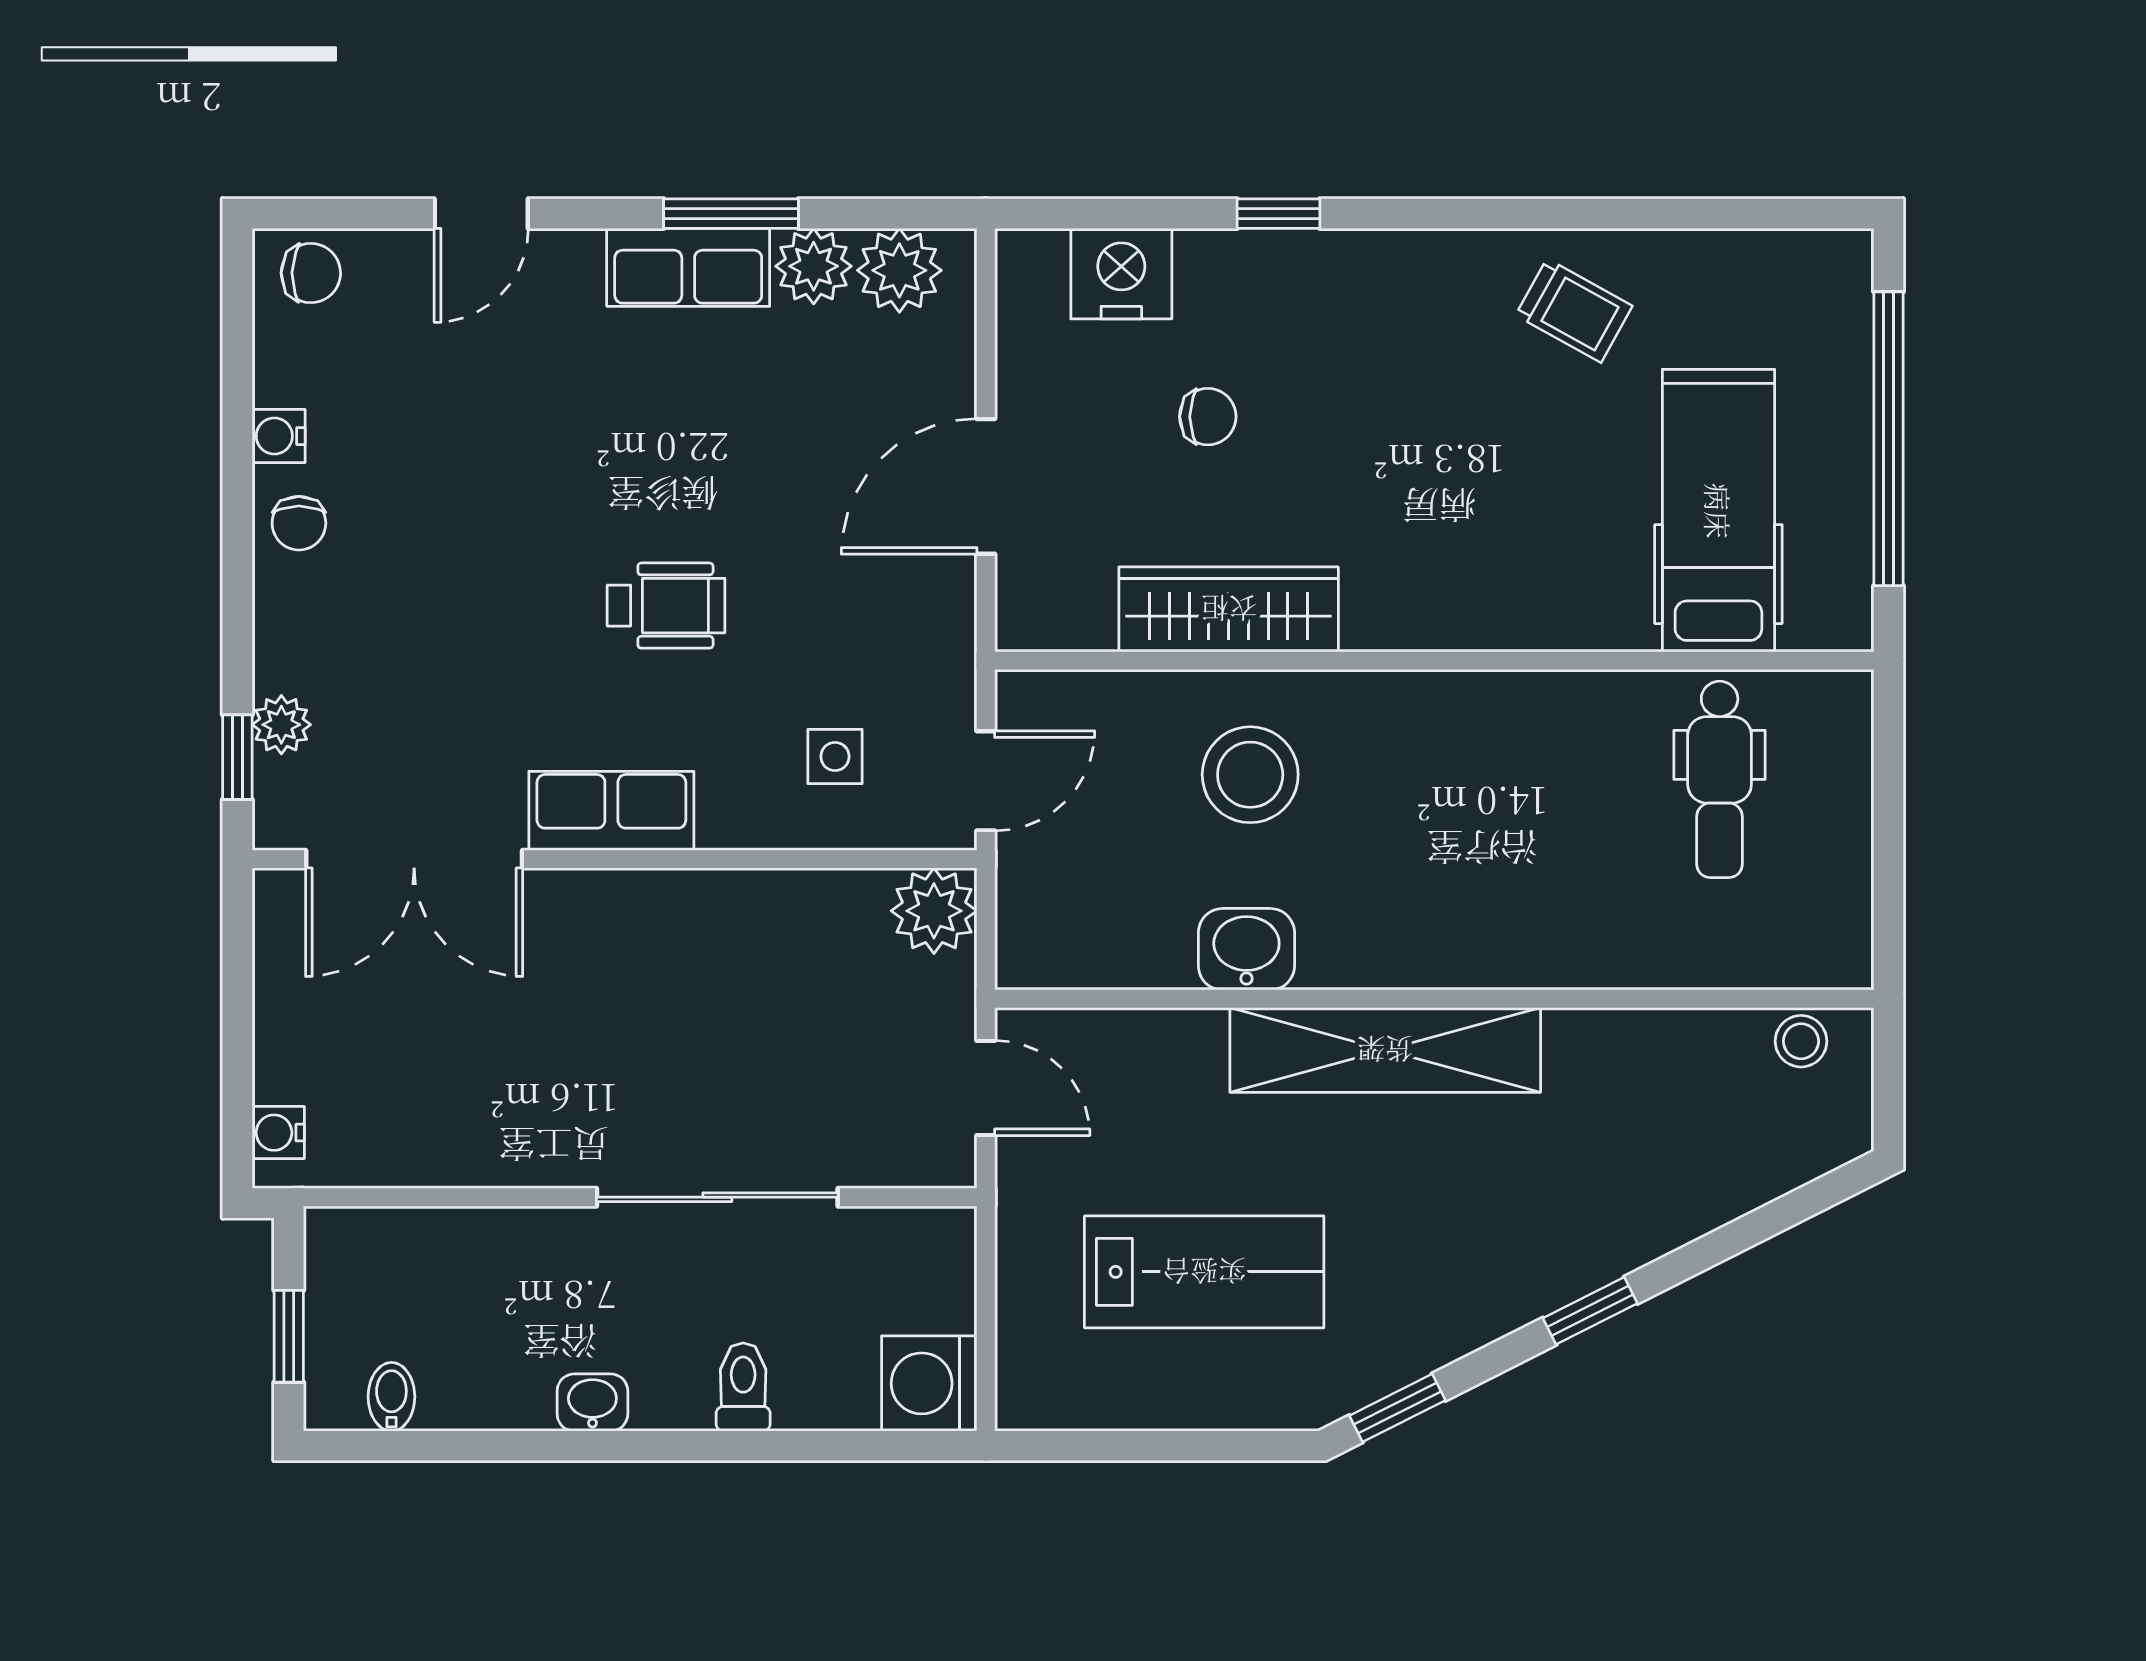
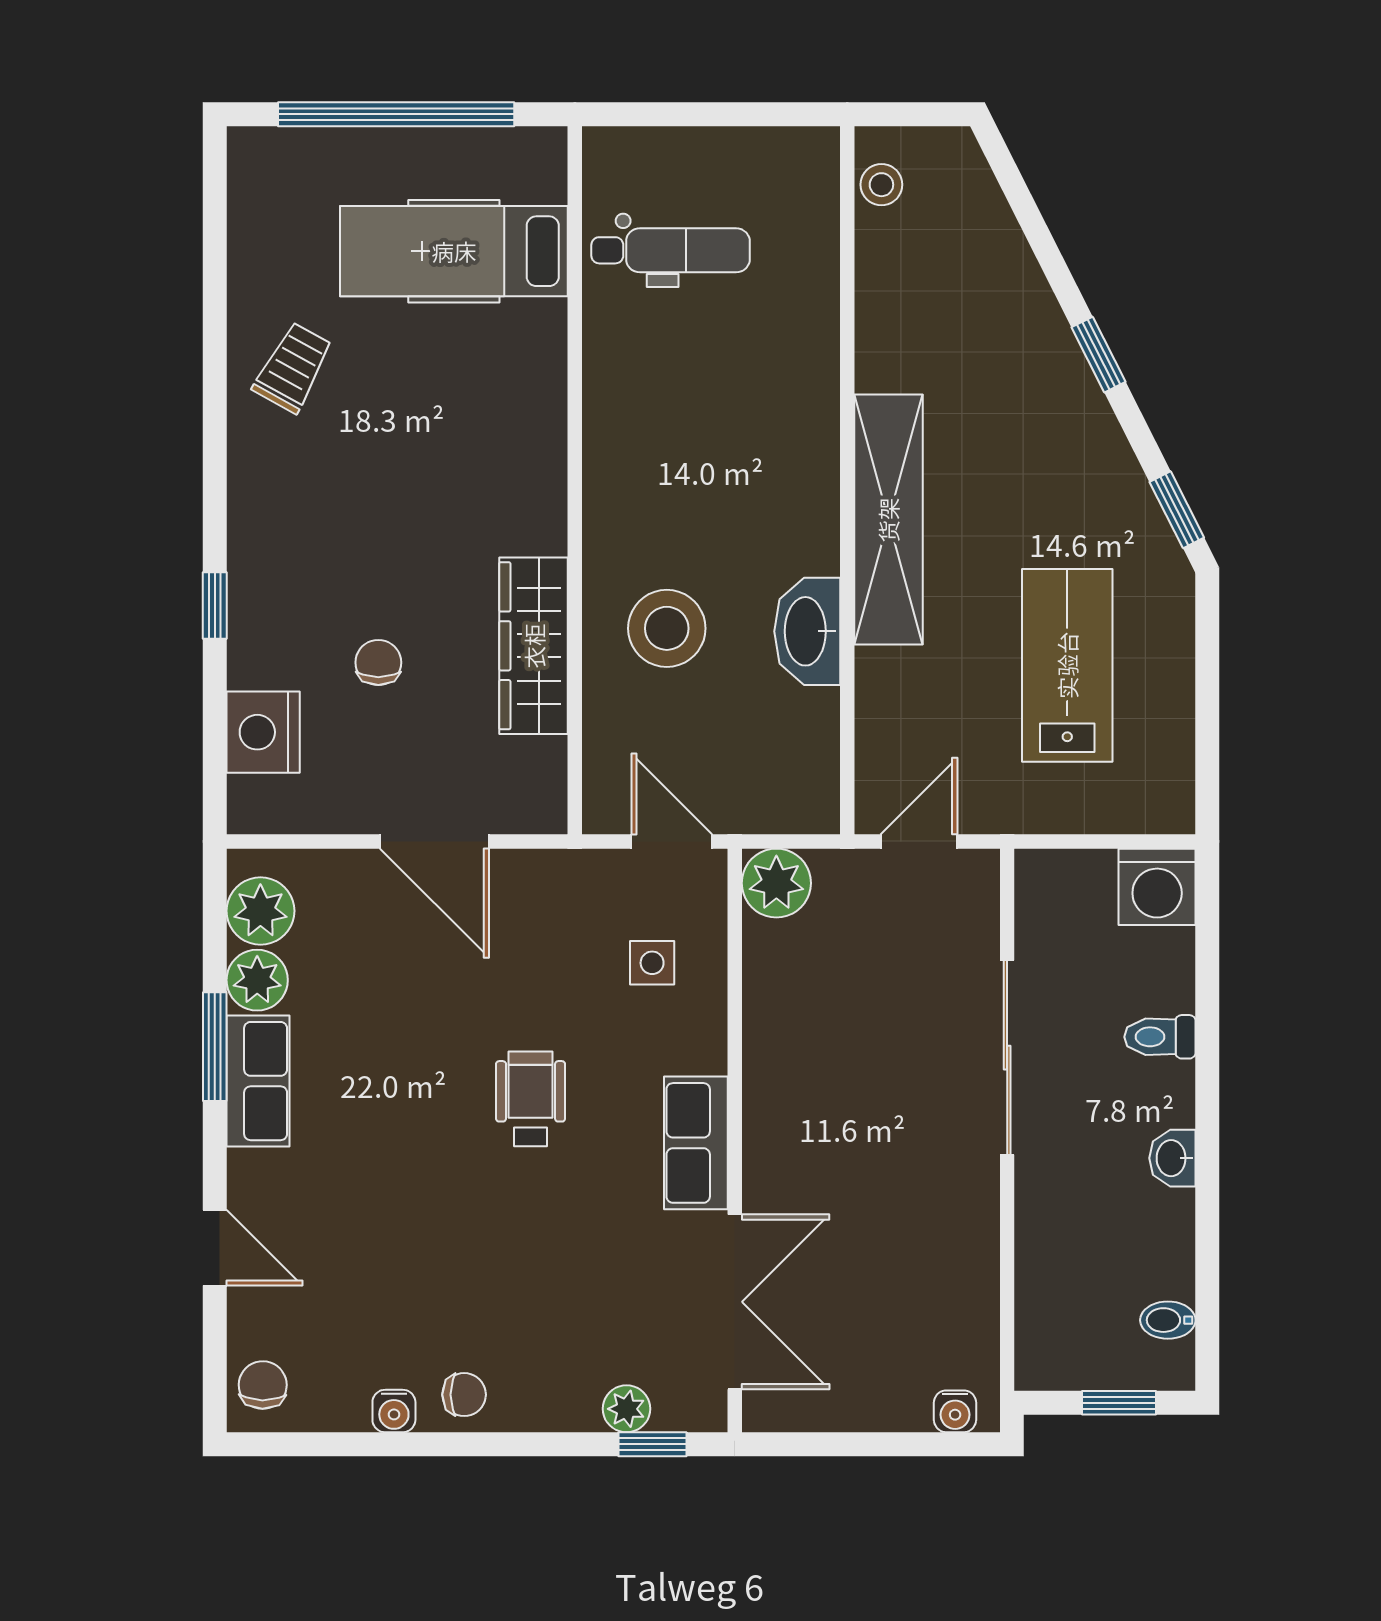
washbasin: (1246, 949) -> (807, 631), width x1.38

